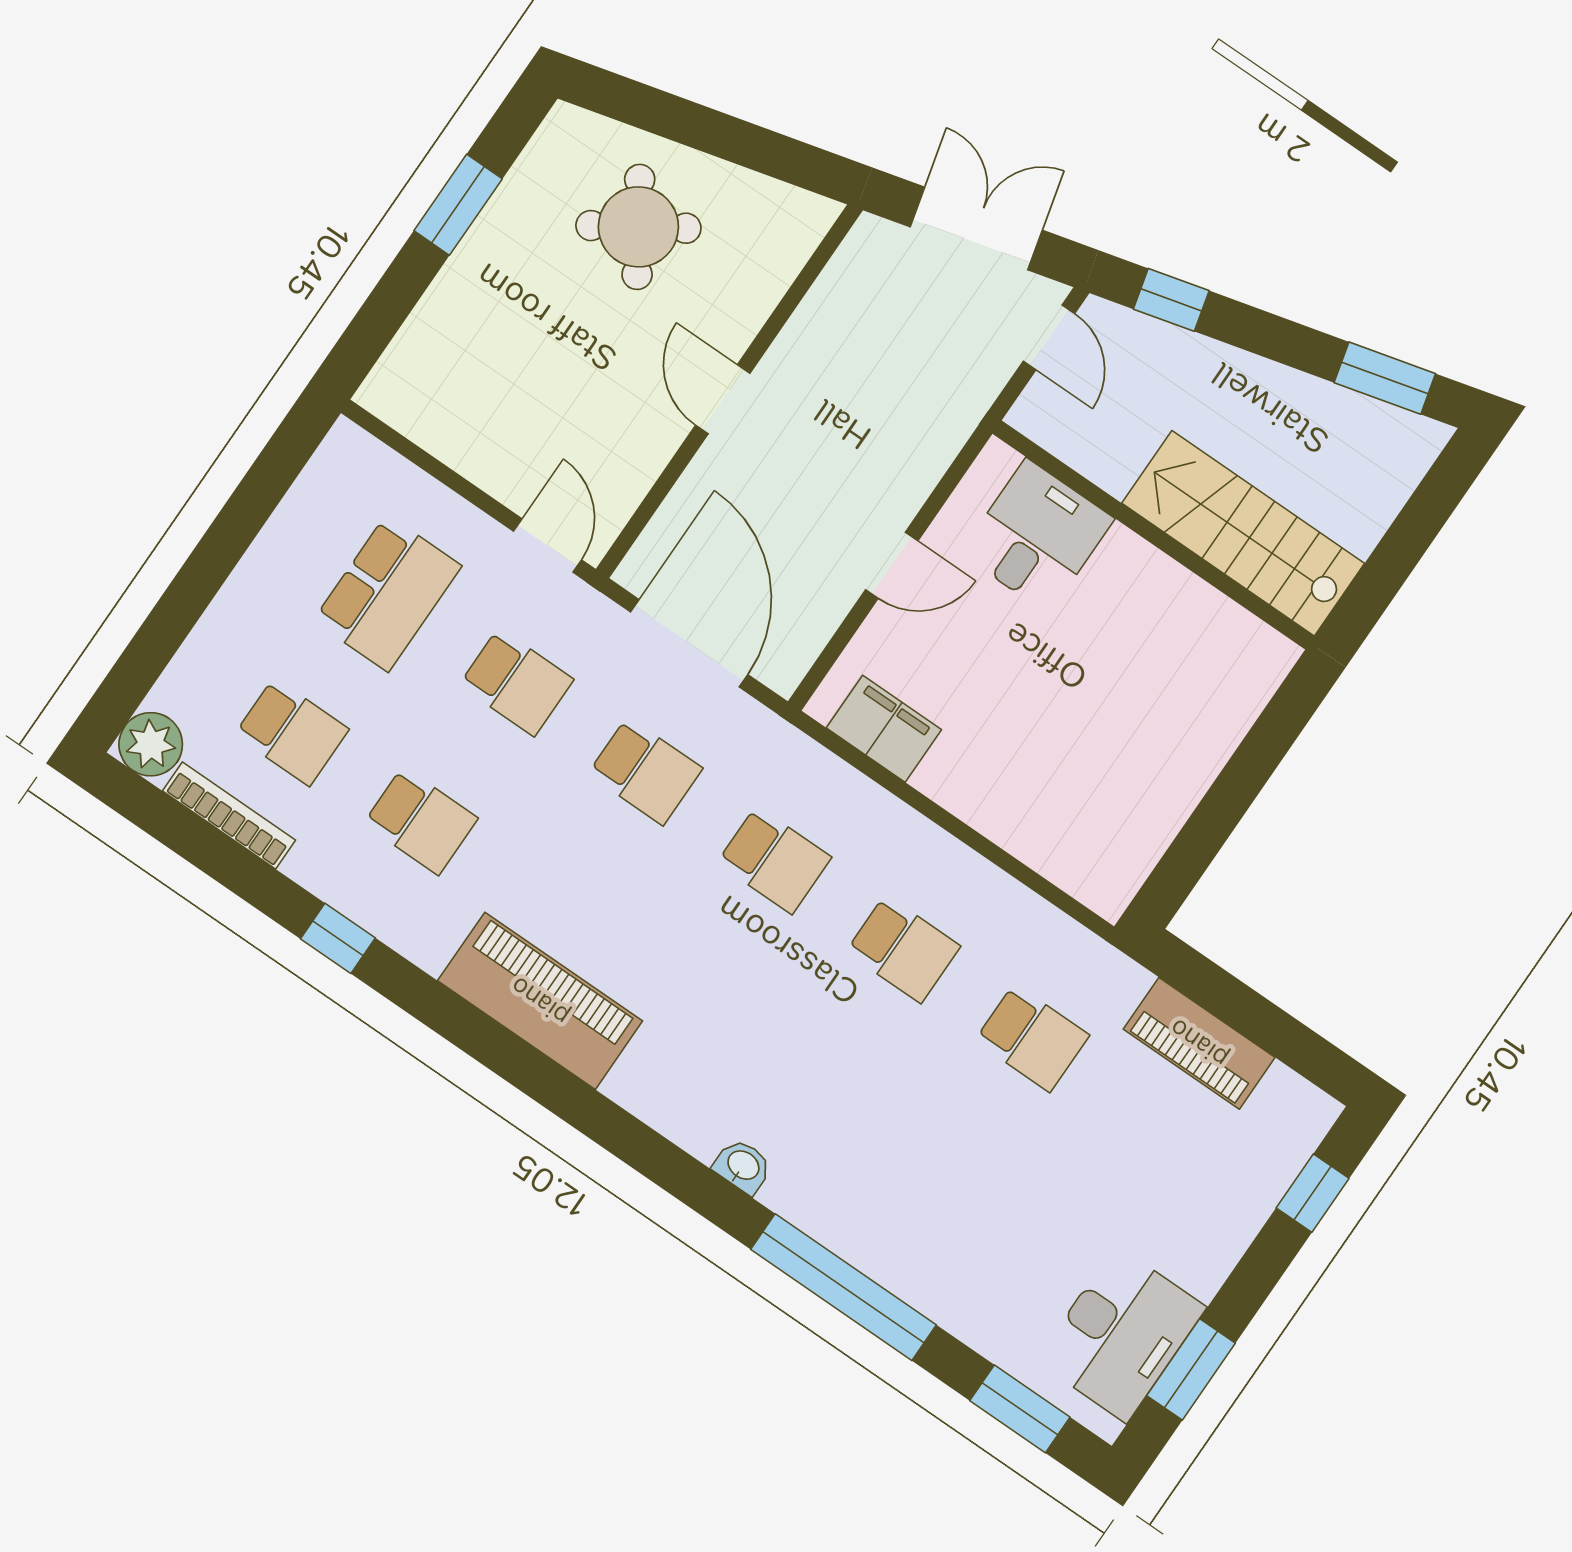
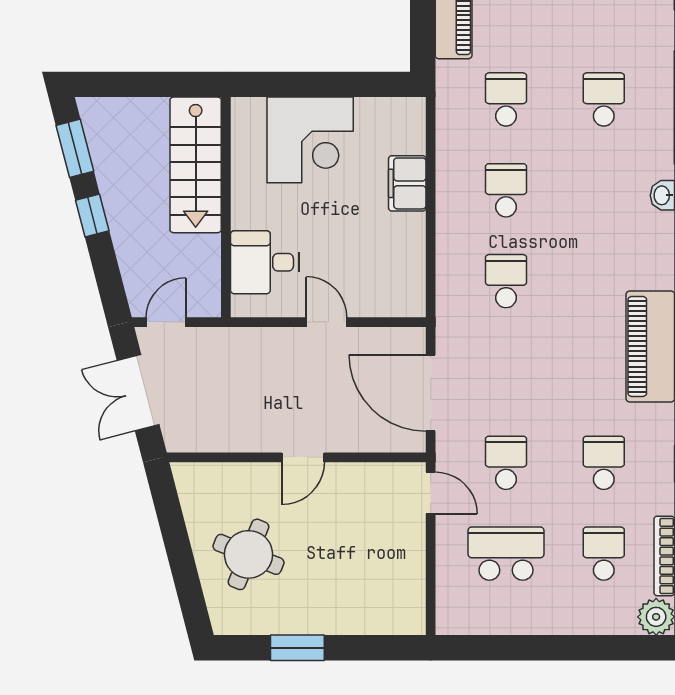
round table: (638, 227) -> (249, 554), turned -35
window: (1171, 300) -> (92, 215), moved
door: (547, 545) -> (431, 493), swing flipped
door: (689, 643) -> (431, 393), hinge flipped
corner desk: (1166, 720) -> (310, 140), added
filing cabinet: (884, 729) -> (407, 183), moved
school desk: (645, 771) -> (604, 99), moved

